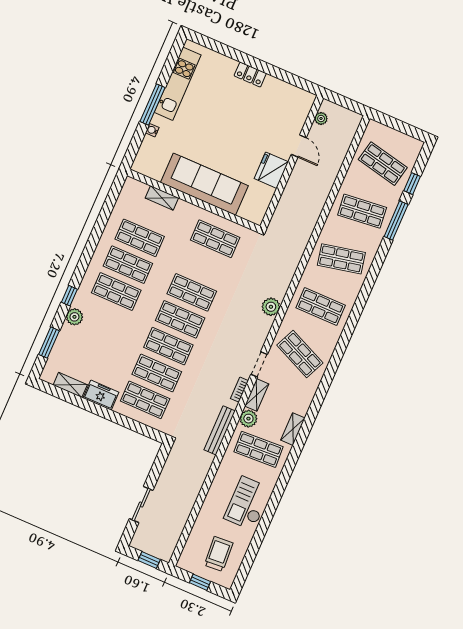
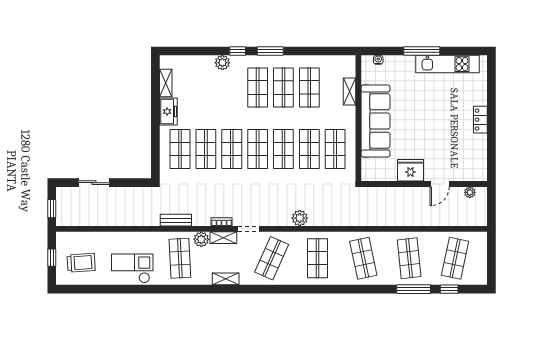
water cooler: (152, 130) -> (378, 60), moved
shop shelf: (203, 266) -> (309, 149), added
window: (49, 343) -> (270, 51), moved
shelving: (293, 429) -> (226, 279), moved
bench: (220, 430) -> (176, 220), width x0.73

